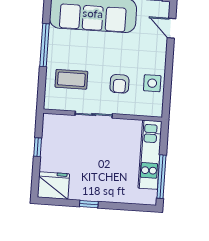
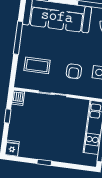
dishwasher: (50, 123) -> (18, 98), added
fridge: (53, 186) -> (12, 148), width x0.53, depth x0.75

